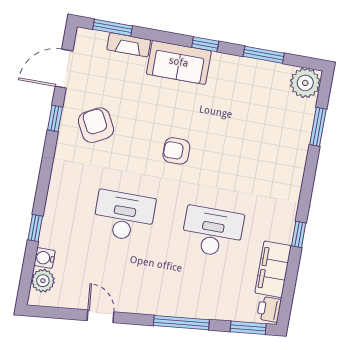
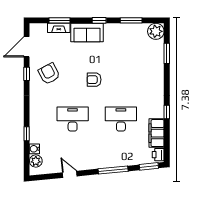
window: (113, 28) -> (60, 20), moved

